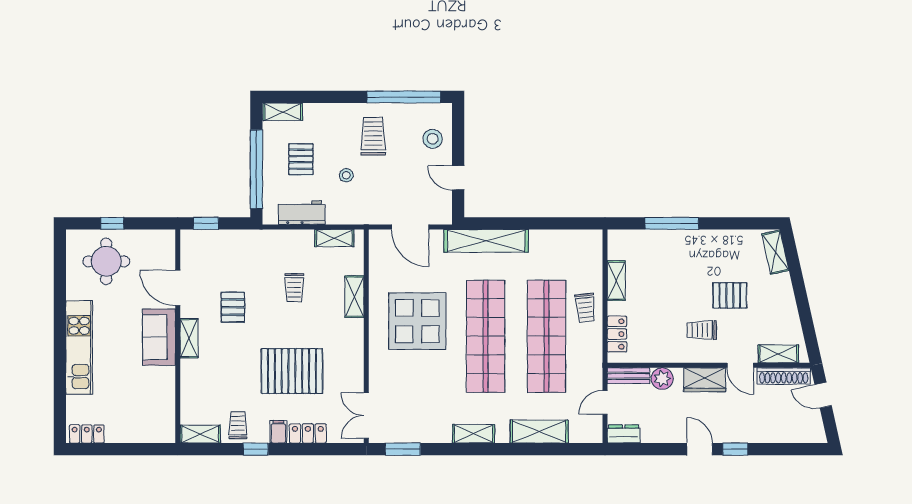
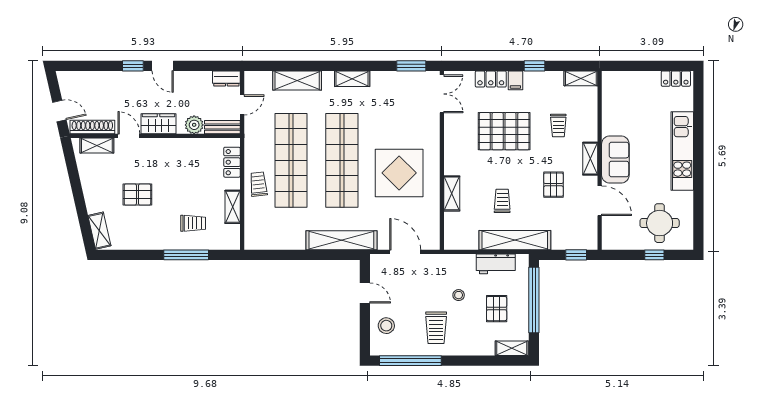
shelving: (334, 238) -> (515, 240), moved, width x2.20, depth x1.33
trolley: (702, 330) -> (193, 223), moved
trolley: (238, 425) -> (558, 125), moved

